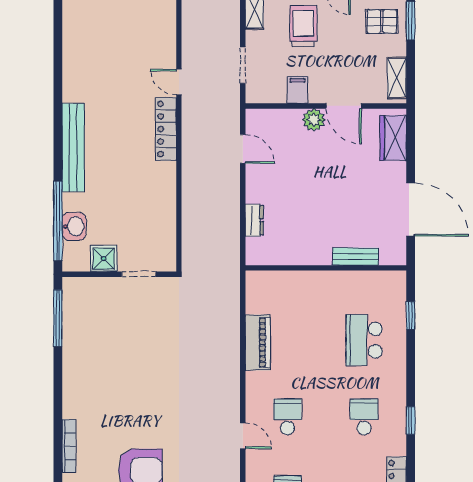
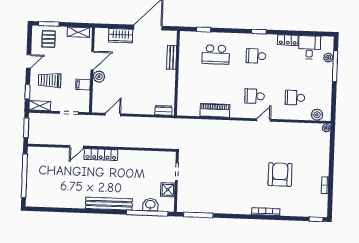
wardrobe: (393, 138) -> (121, 36), moved
dresser: (254, 220) -> (163, 110), moved

